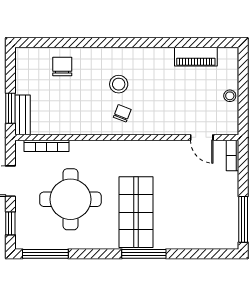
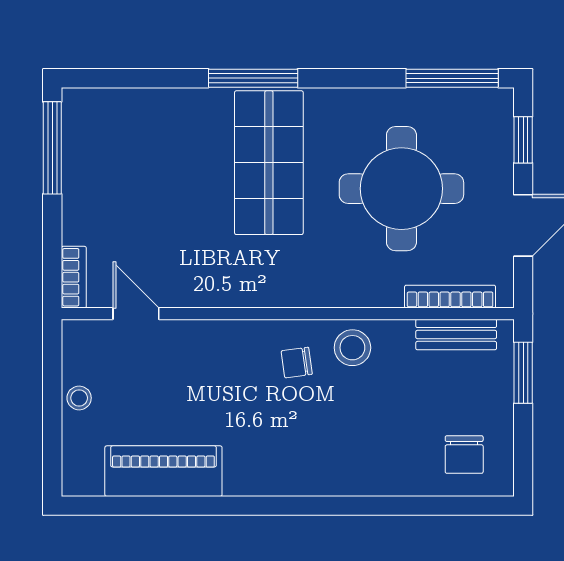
piano: (196, 57) -> (163, 471), width x1.37, depth x1.33
chair: (62, 66) -> (464, 455), moved
stool: (119, 84) -> (352, 348), moved
chair: (122, 113) -> (297, 363), turned 61
bench: (22, 115) -> (456, 334), moved, turned 90

